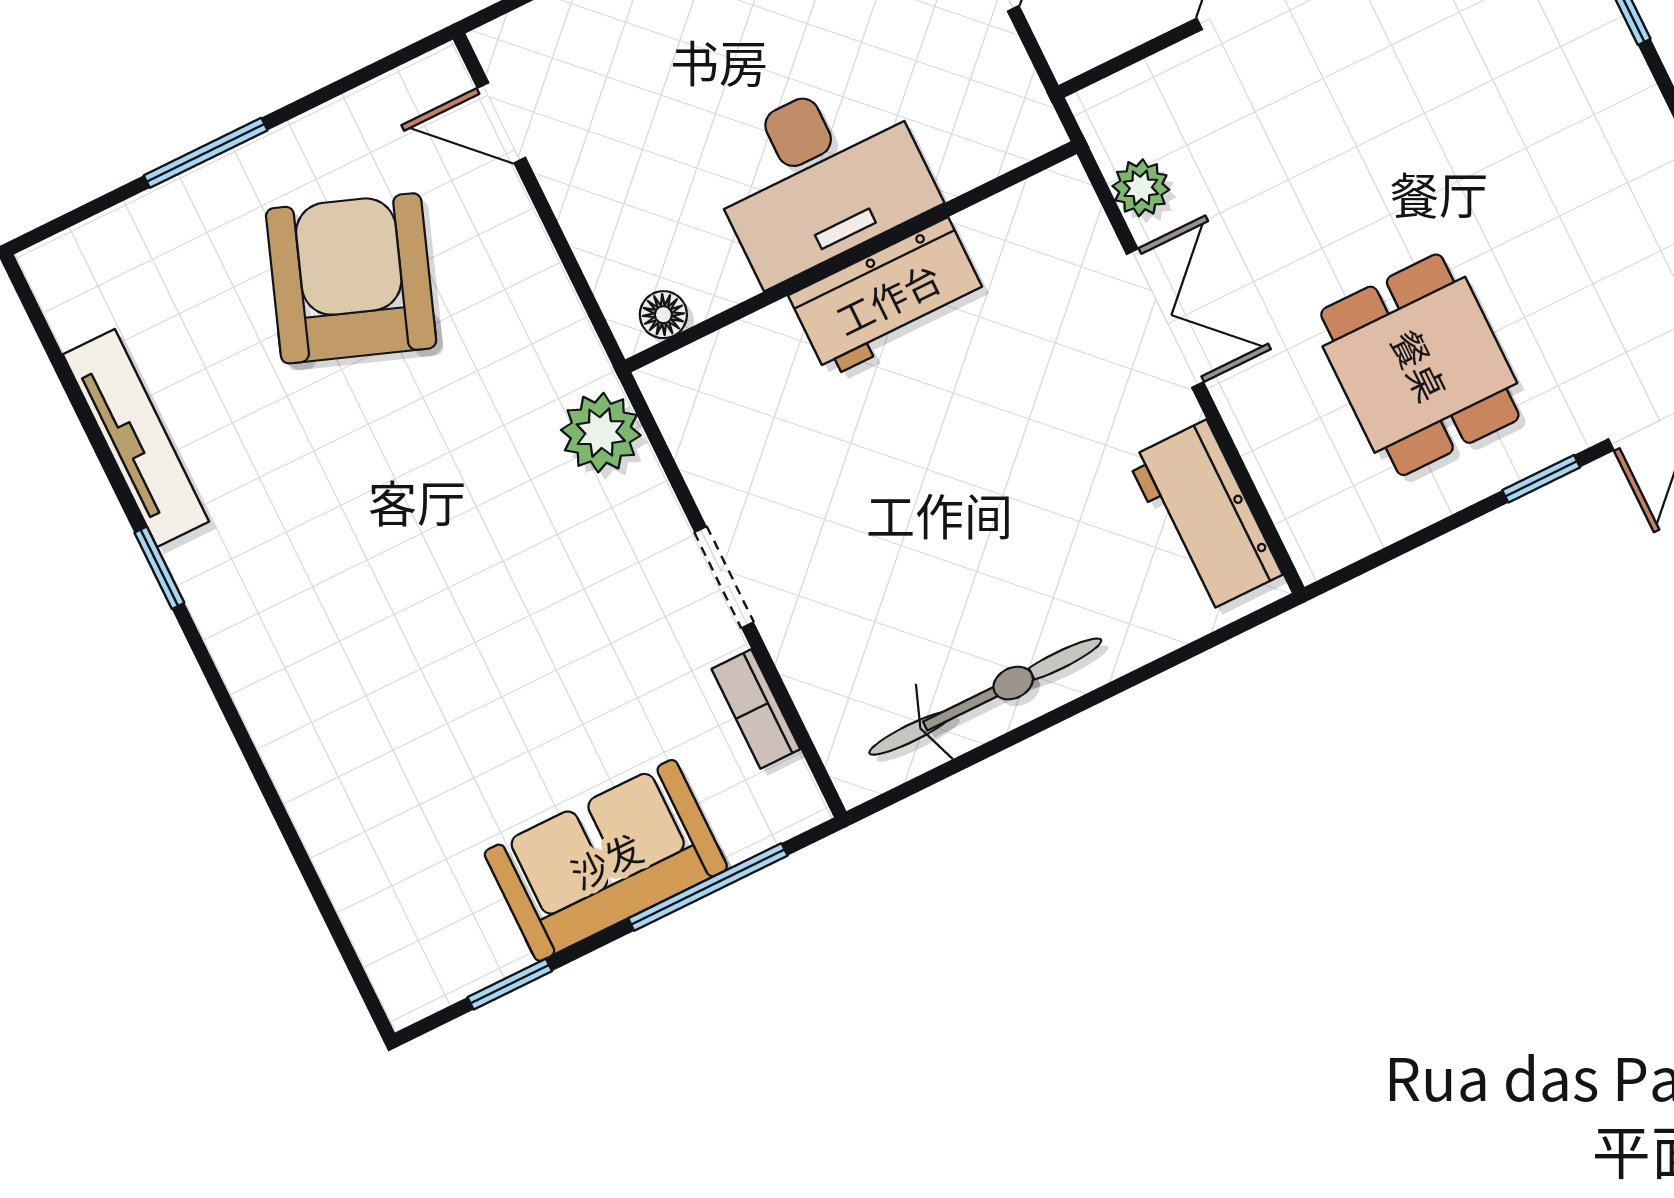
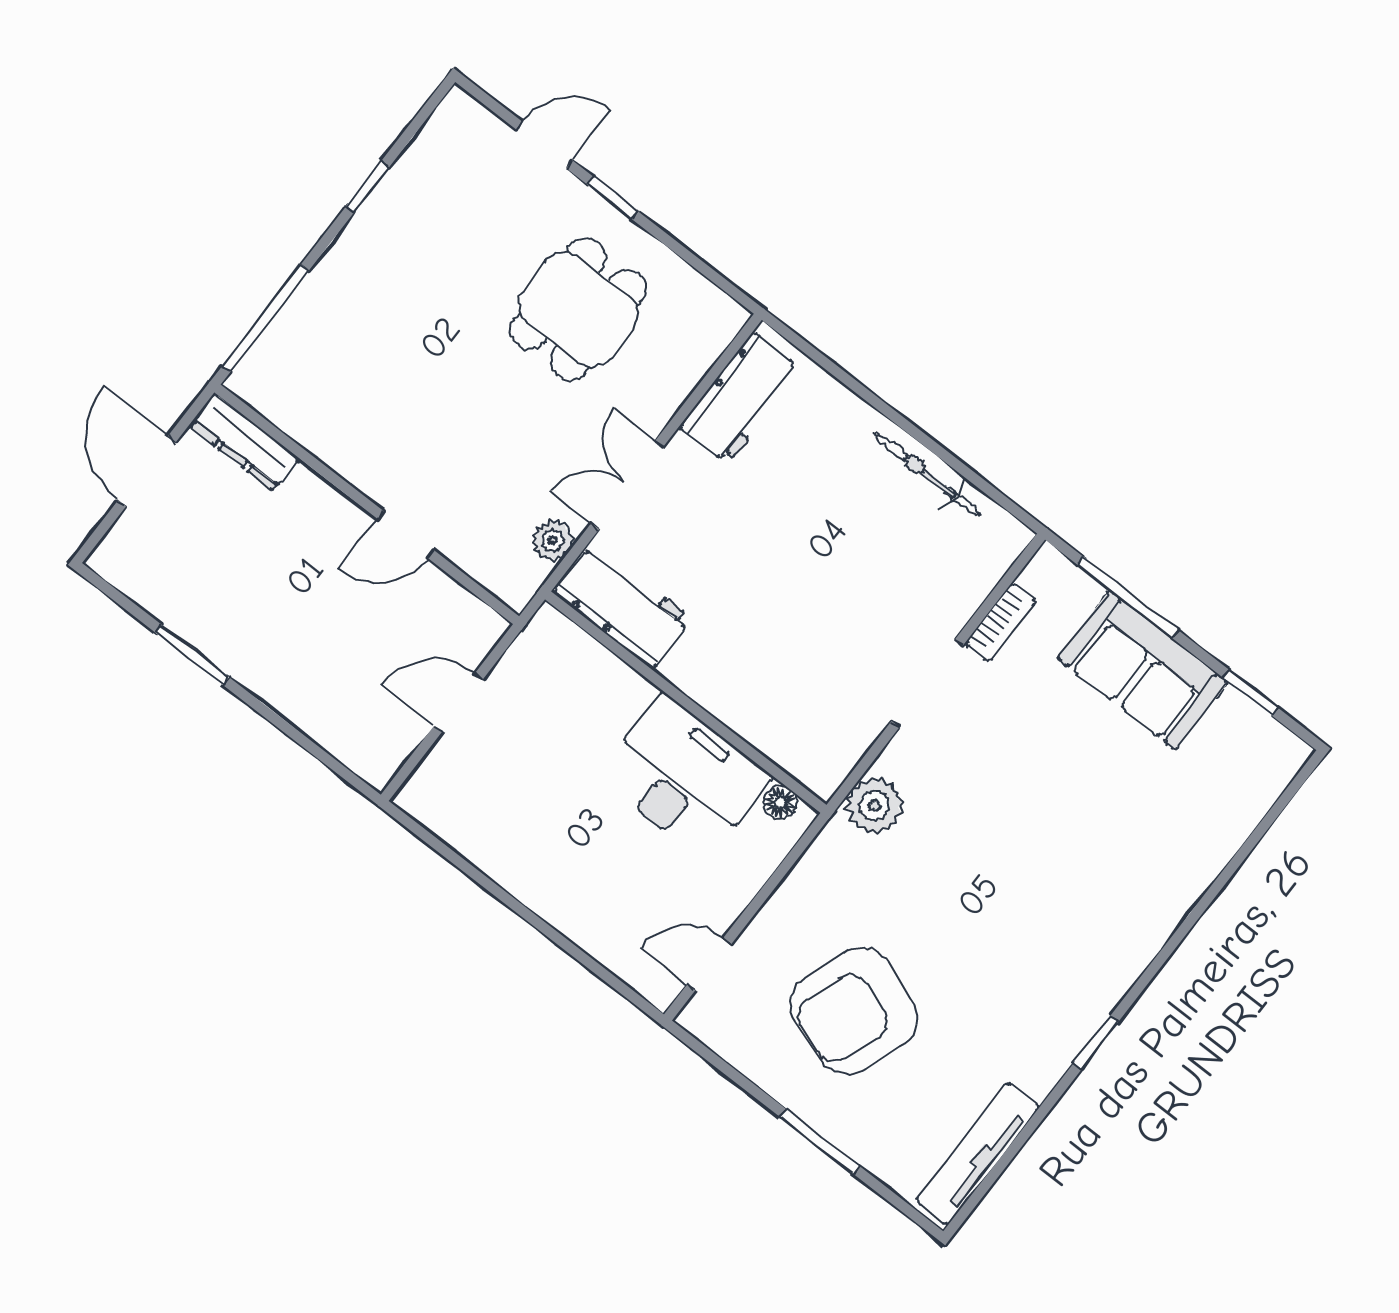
door: (501, 123) -> (709, 964), swing flipped
desk: (820, 176) -> (684, 778), moved
workbench: (888, 298) -> (623, 606), moved
tv unit: (136, 438) -> (978, 1154), moved
doorway: (724, 577) -> (927, 683), width x1.38
bicycle: (985, 697) -> (927, 475), width x0.73, depth x0.71

